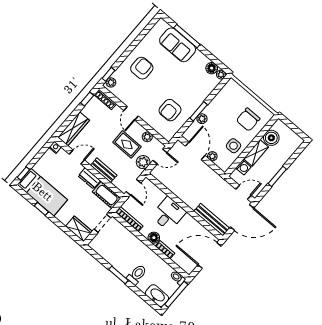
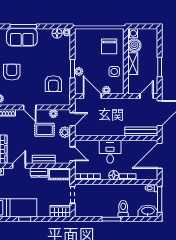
washing machine: (243, 167) -> (133, 33), moved

